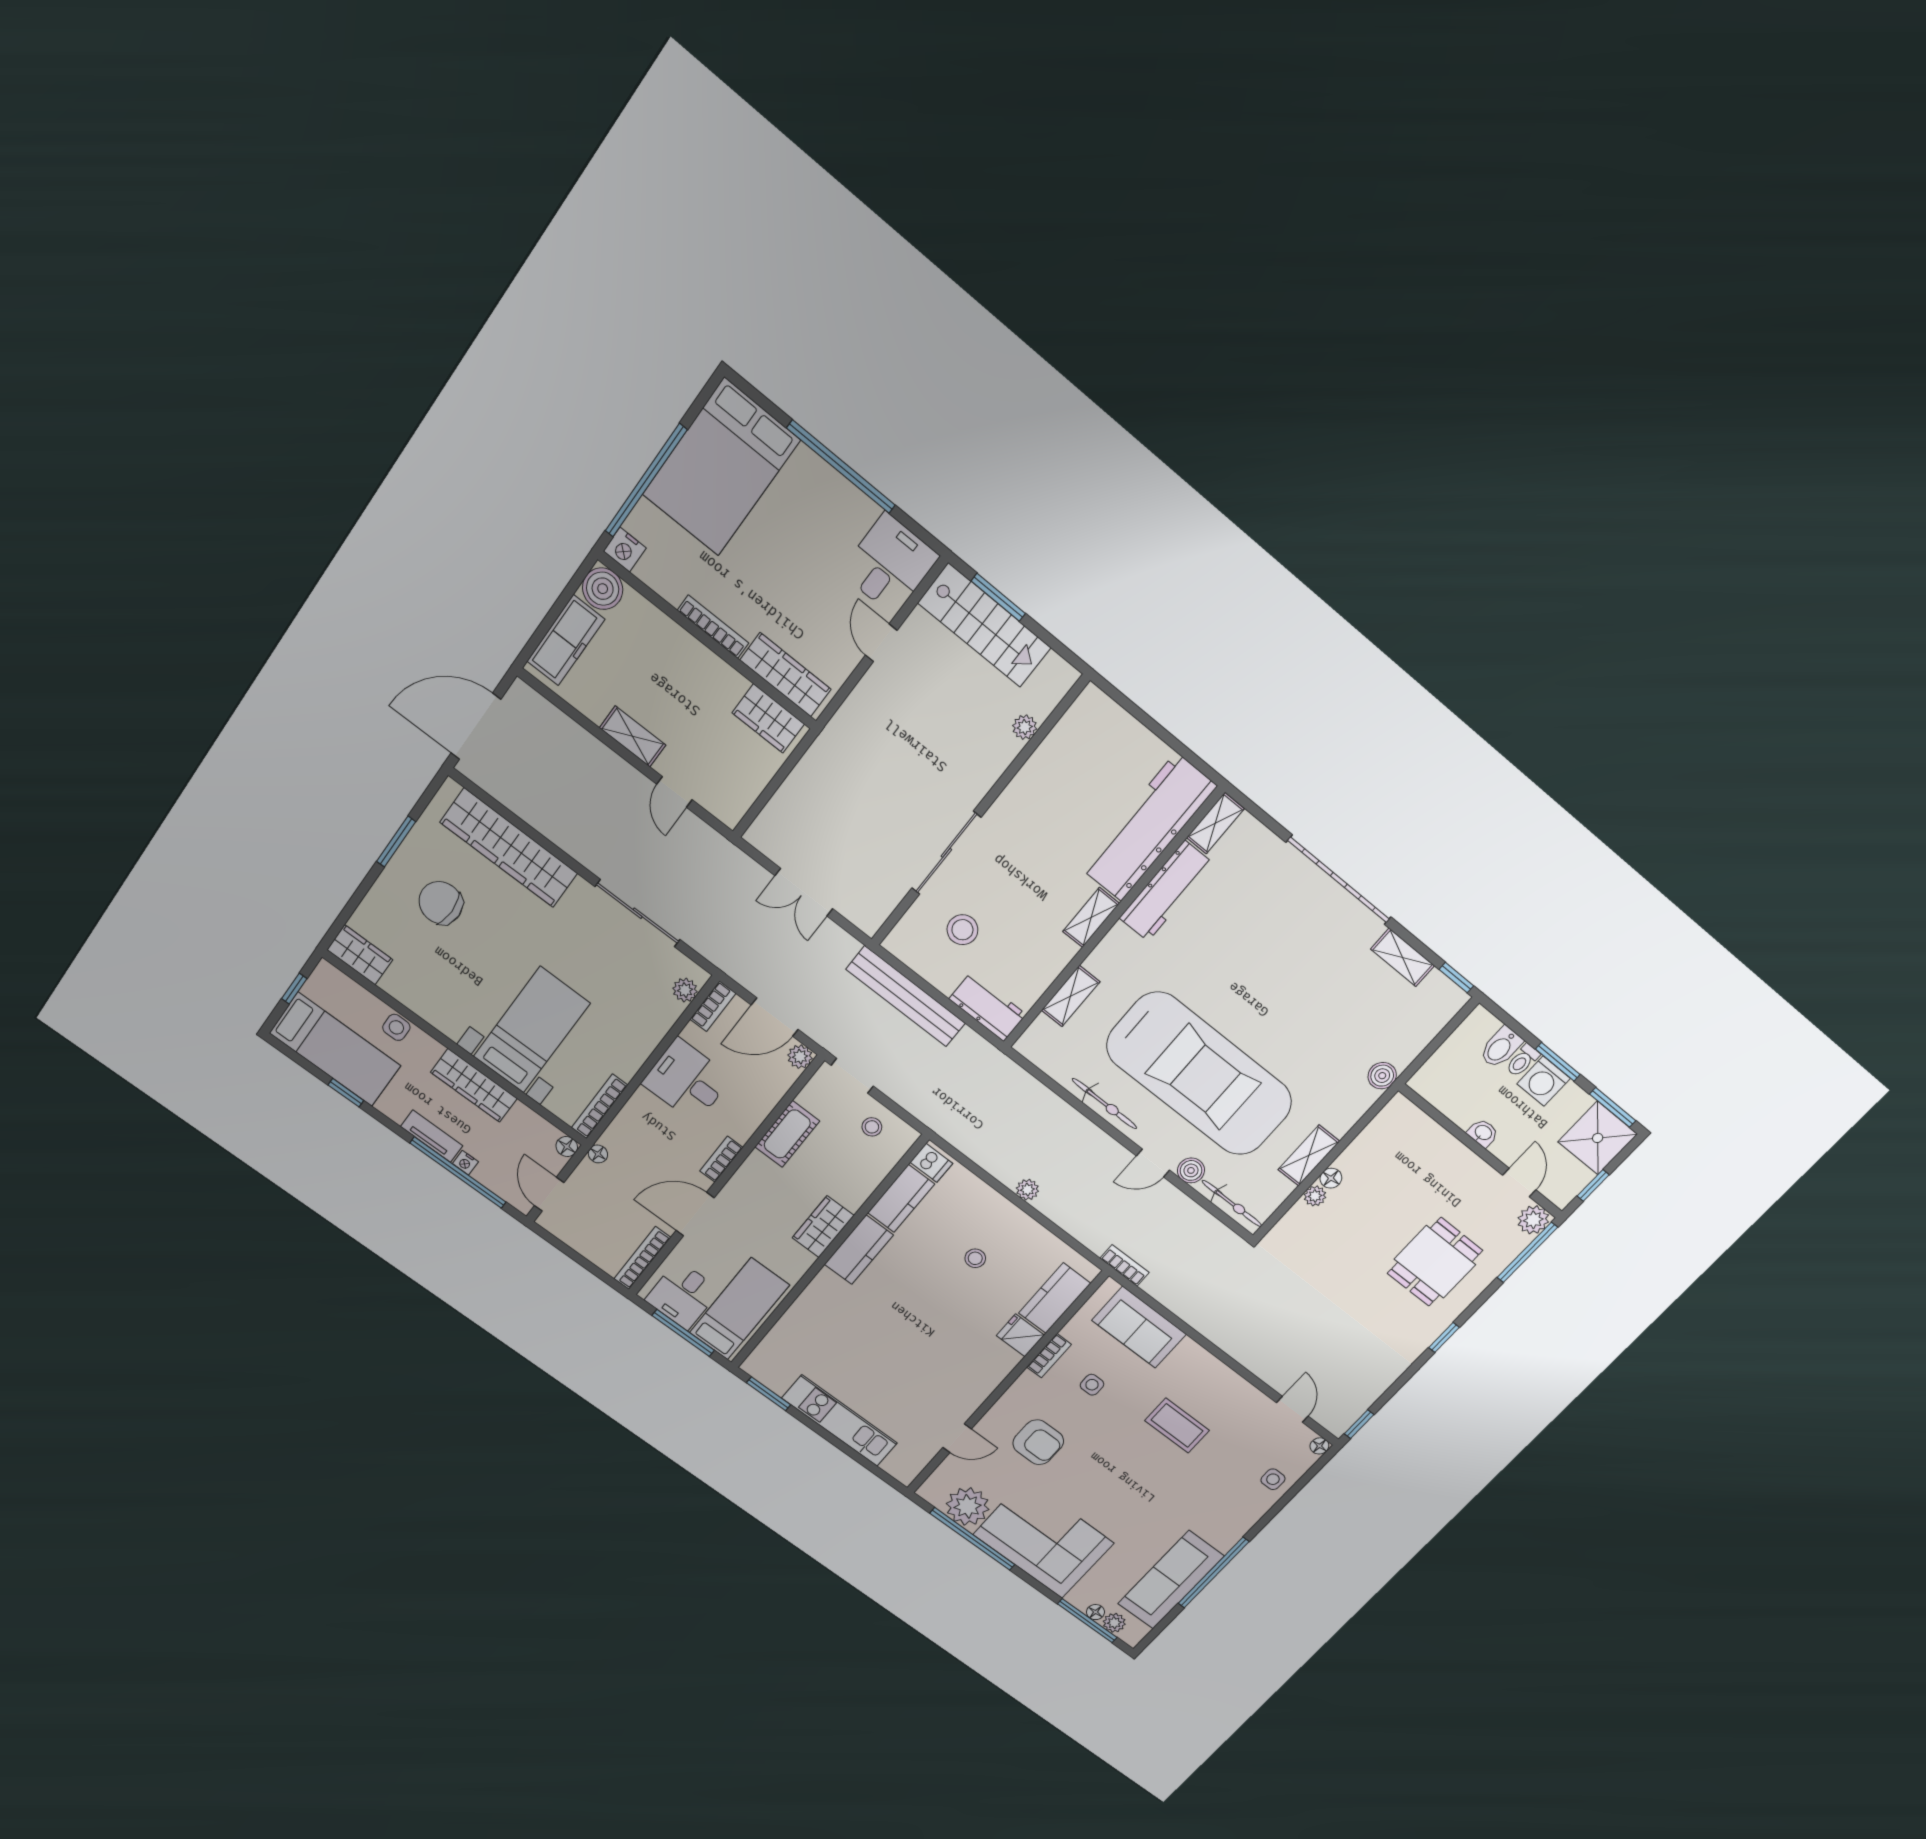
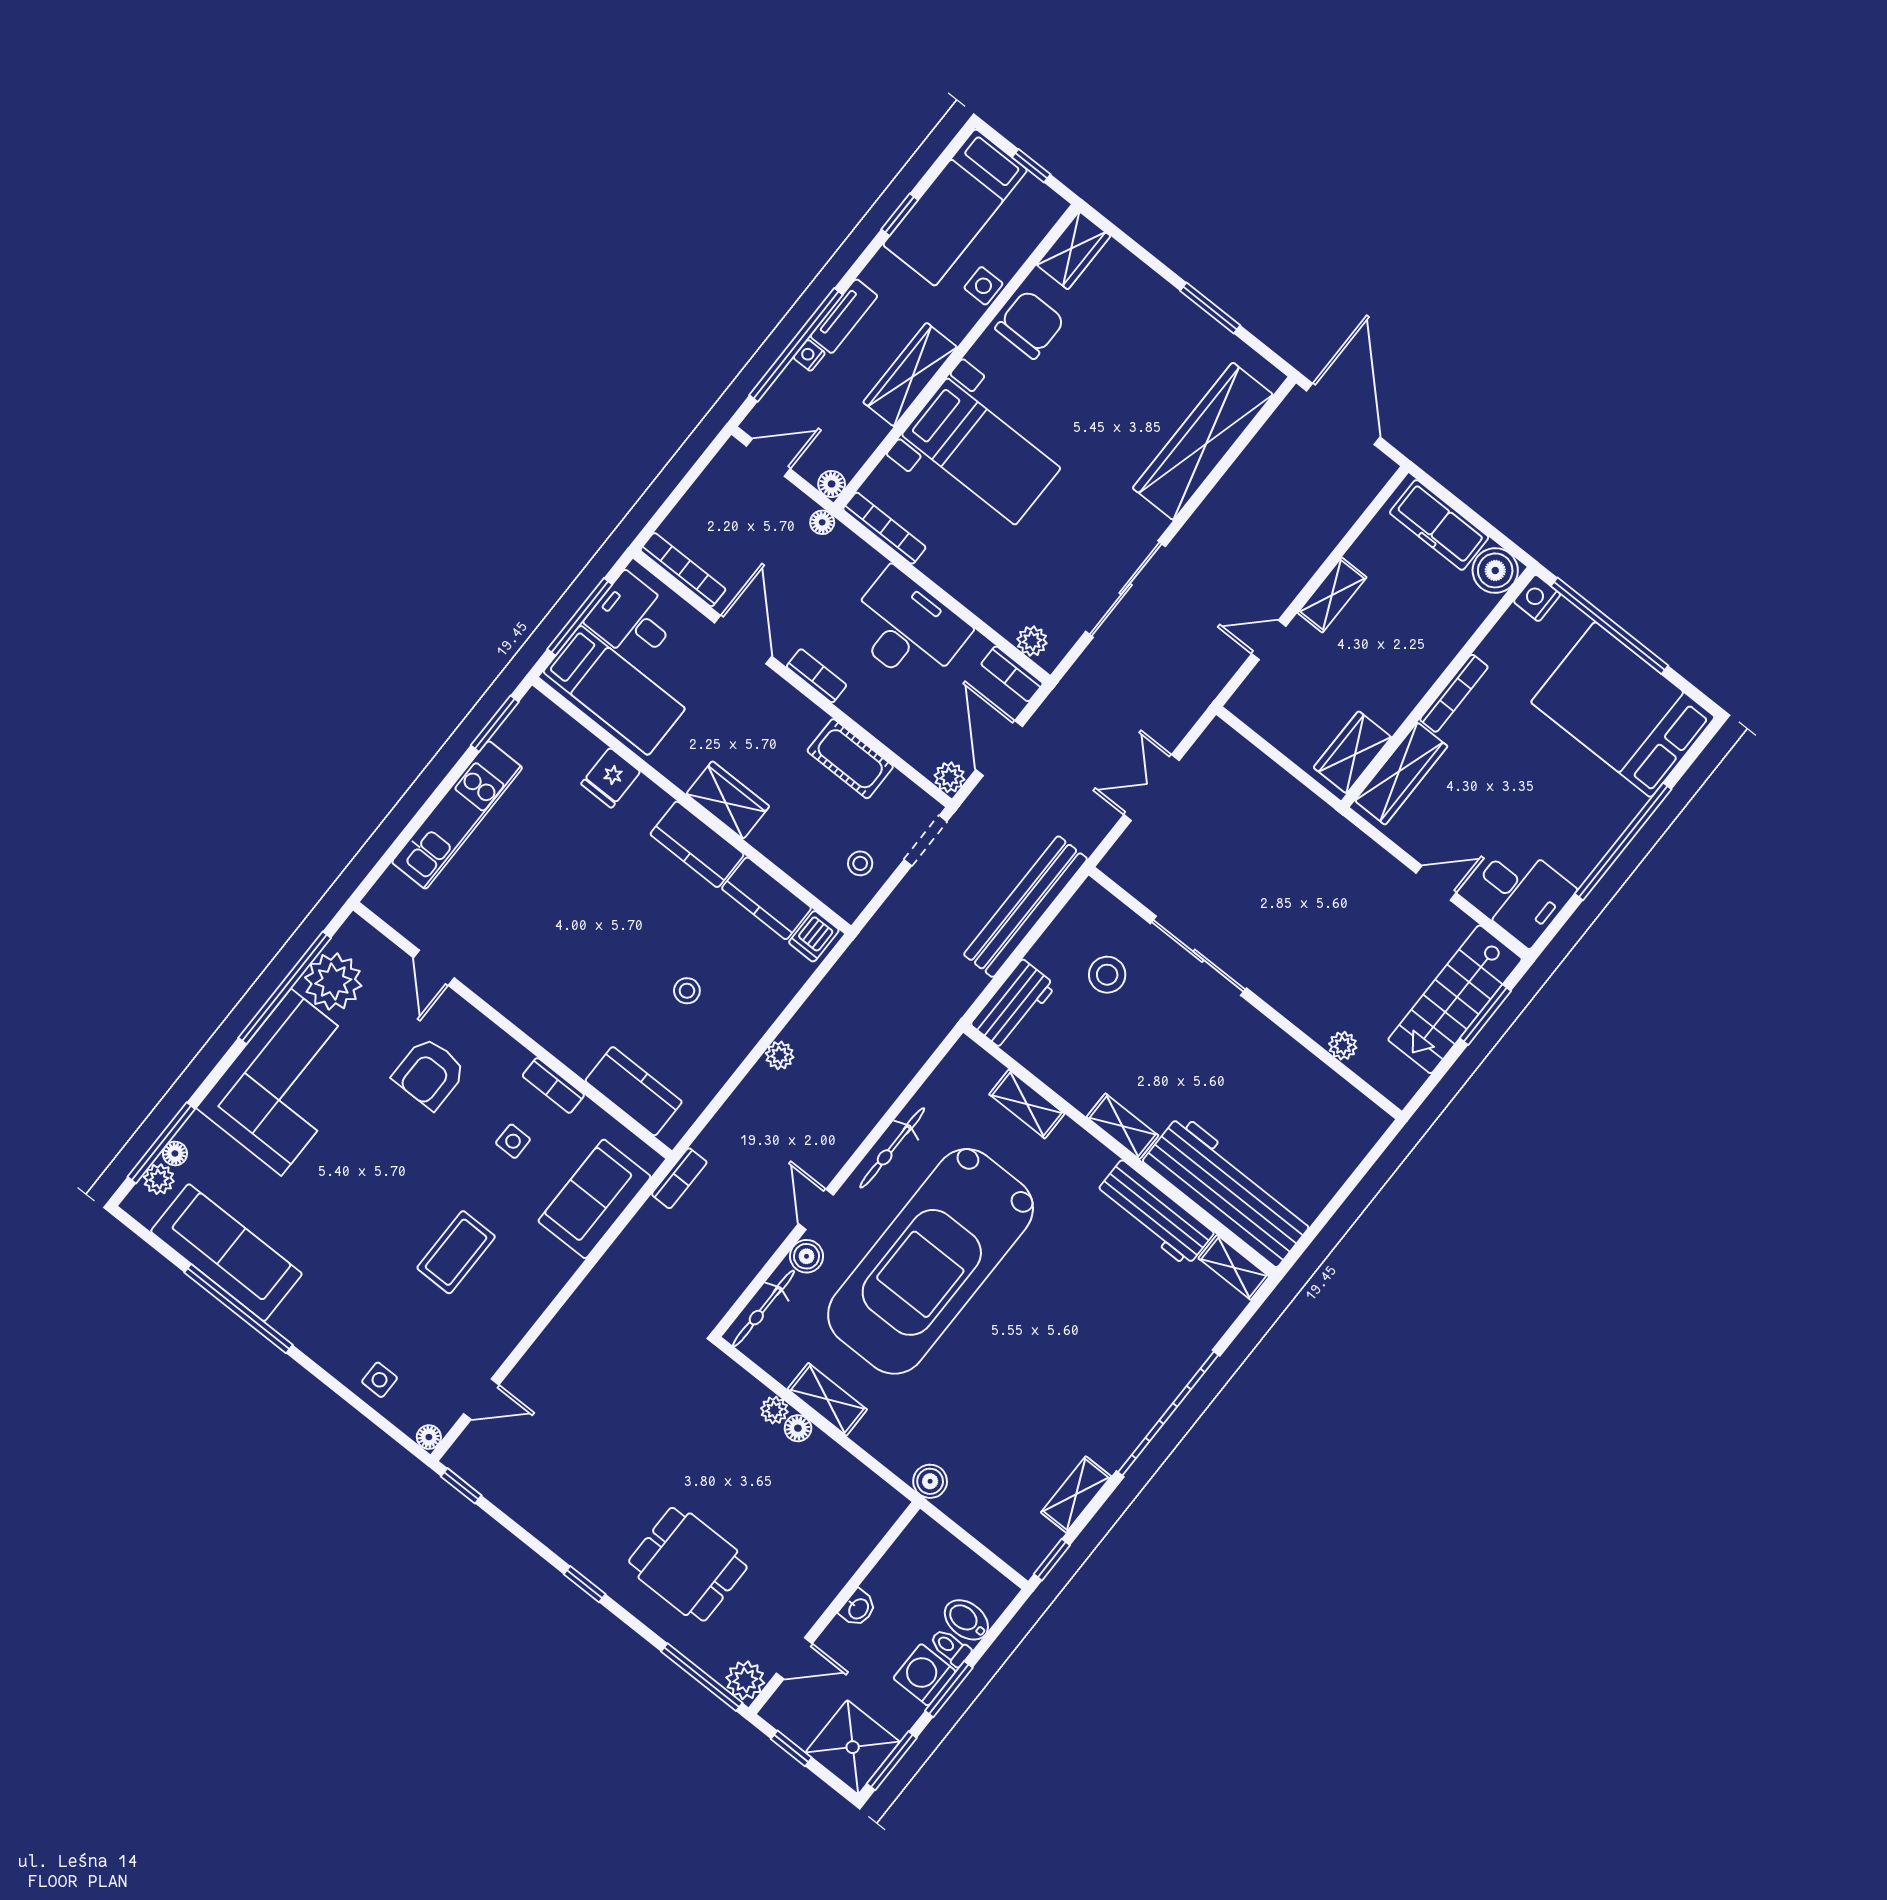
chair: (441, 903) -> (1030, 324), moved
desk: (687, 1080) -> (907, 629), width x1.37
fridge: (1020, 1335) -> (611, 778), moved, turned 180

